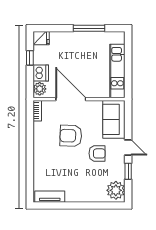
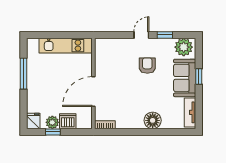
plant: (40, 89) -> (52, 122), moved
sofa: (114, 119) -> (185, 78), moved, turned 90
armchair: (71, 136) -> (130, 92), removed
floor lamp: (42, 159) -> (153, 120), added
window: (86, 205) -> (199, 76), added

